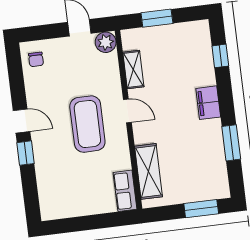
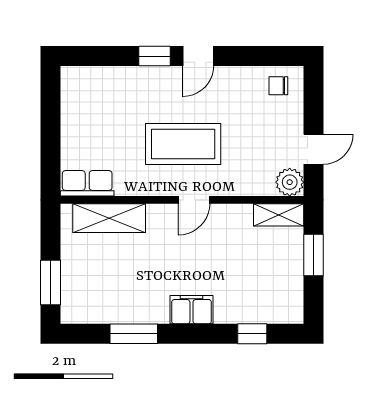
shelving: (133, 70) -> (279, 215), moved

